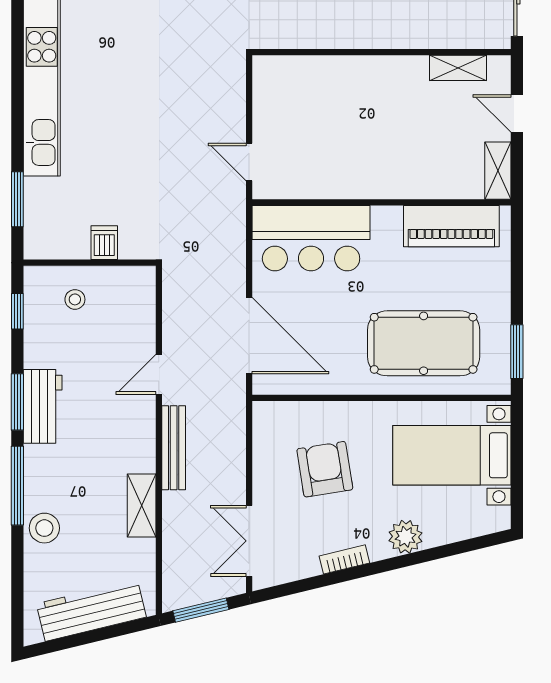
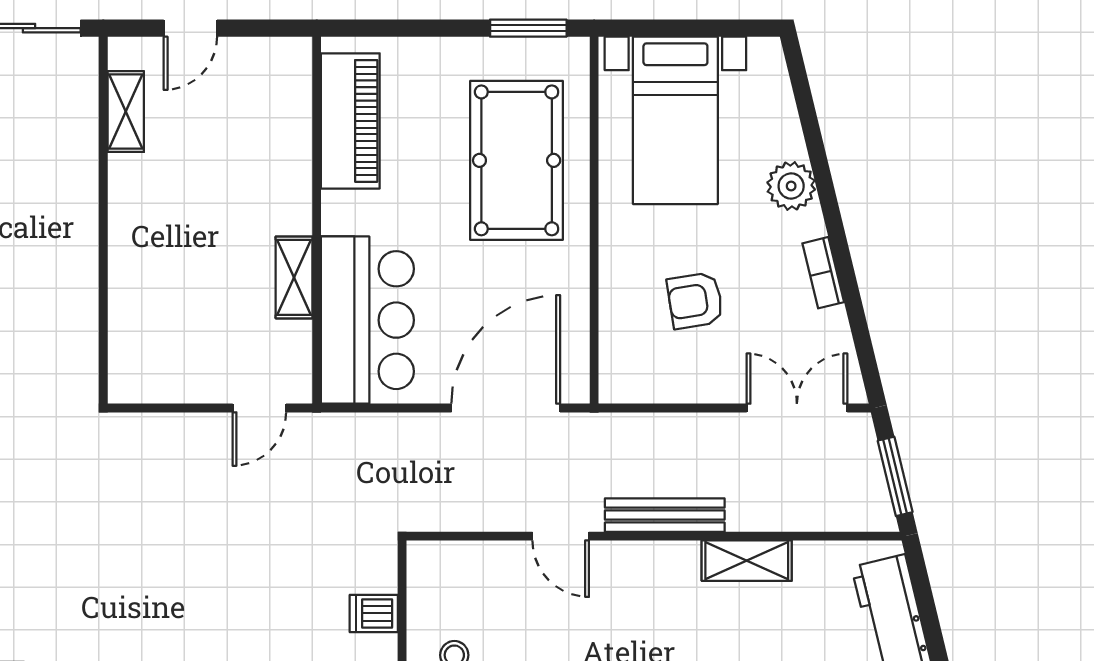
shelving: (498, 171) -> (294, 277), moved, turned 90
armchair: (325, 469) -> (695, 301), width x0.72, depth x0.72
double door: (249, 541) -> (797, 408), swing flipped

